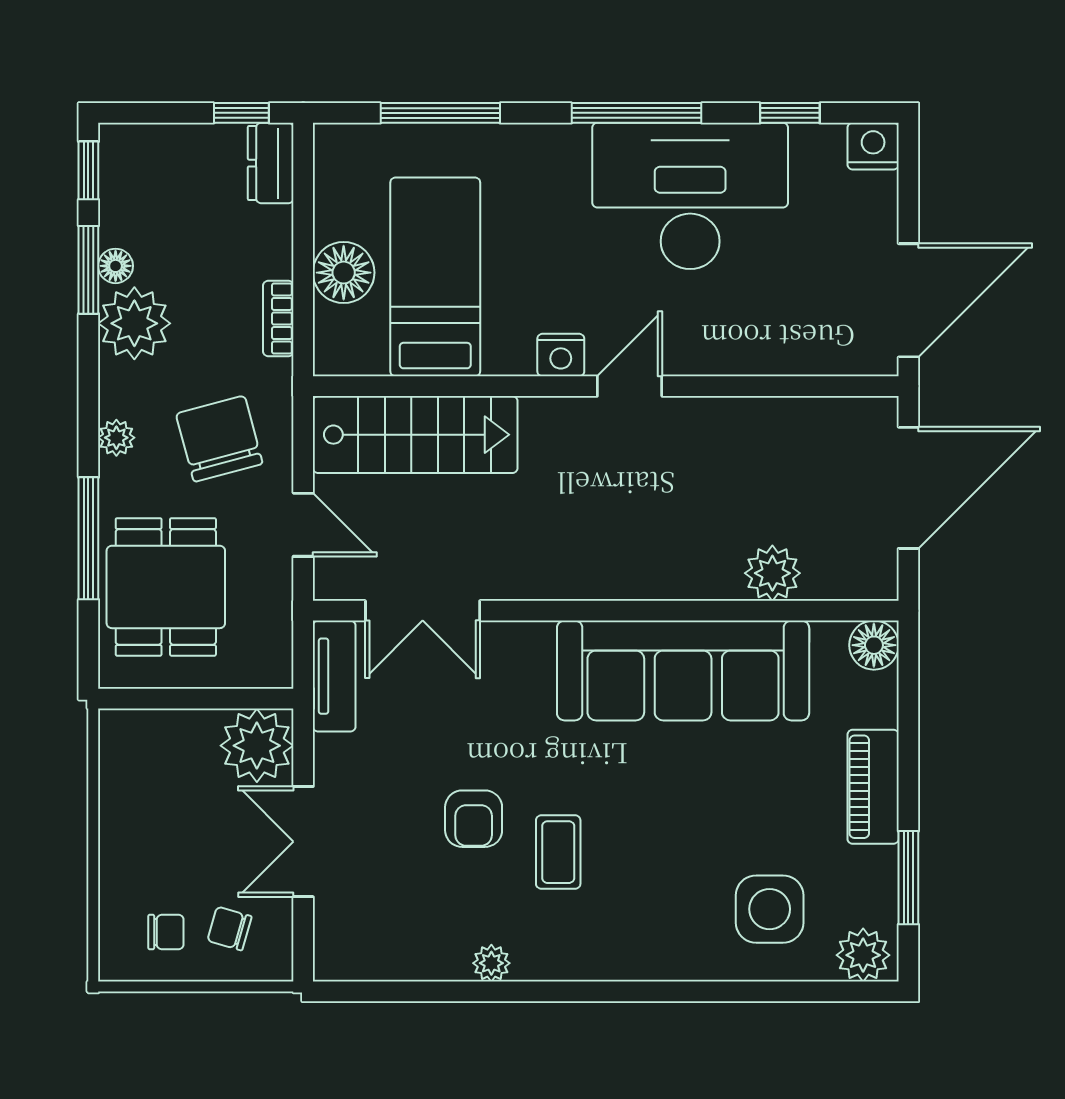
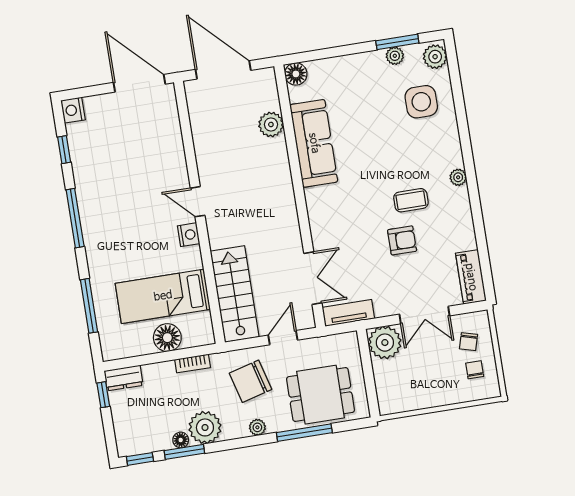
desk: (690, 196) -> (108, 188), removed
sofa: (683, 671) -> (314, 143), width x0.74, depth x0.79
piano: (873, 787) -> (471, 277), moved, turned 90
plant: (879, 867) -> (395, 56), added
plant: (491, 963) -> (458, 177), moved

